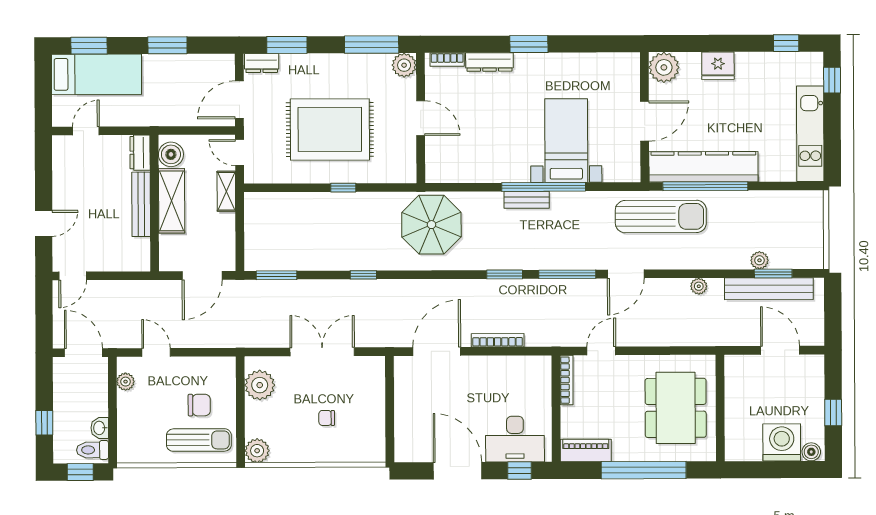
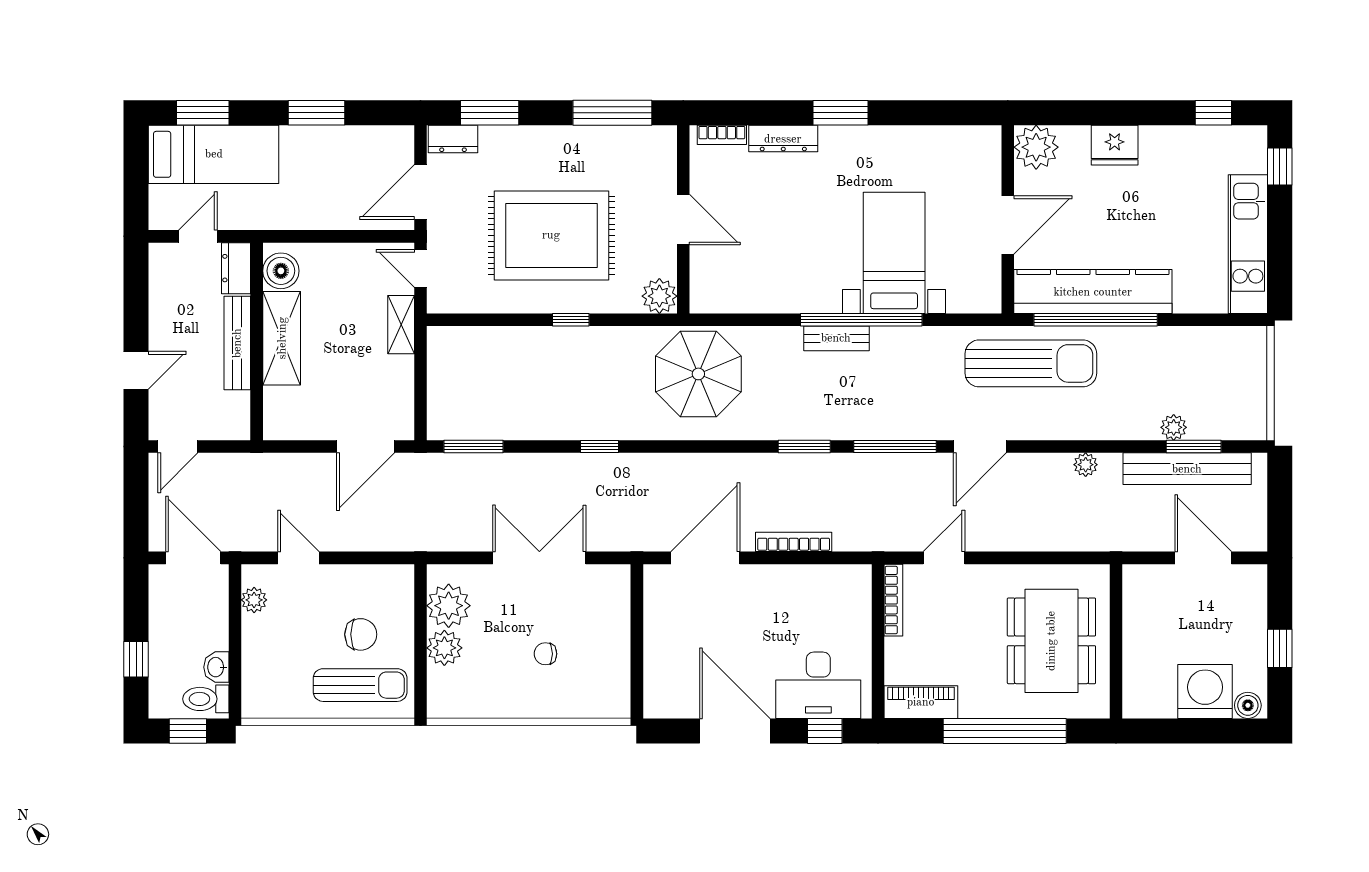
plant: (404, 65) -> (659, 296), moved
dresser: (140, 153) -> (236, 268), moved
boiler: (171, 154) -> (281, 271), moved
shelving: (172, 201) -> (282, 338), moved
wall: (154, 203) -> (257, 341), moved
bench: (141, 204) -> (237, 343), moved
plant: (257, 451) -> (444, 648), moved

